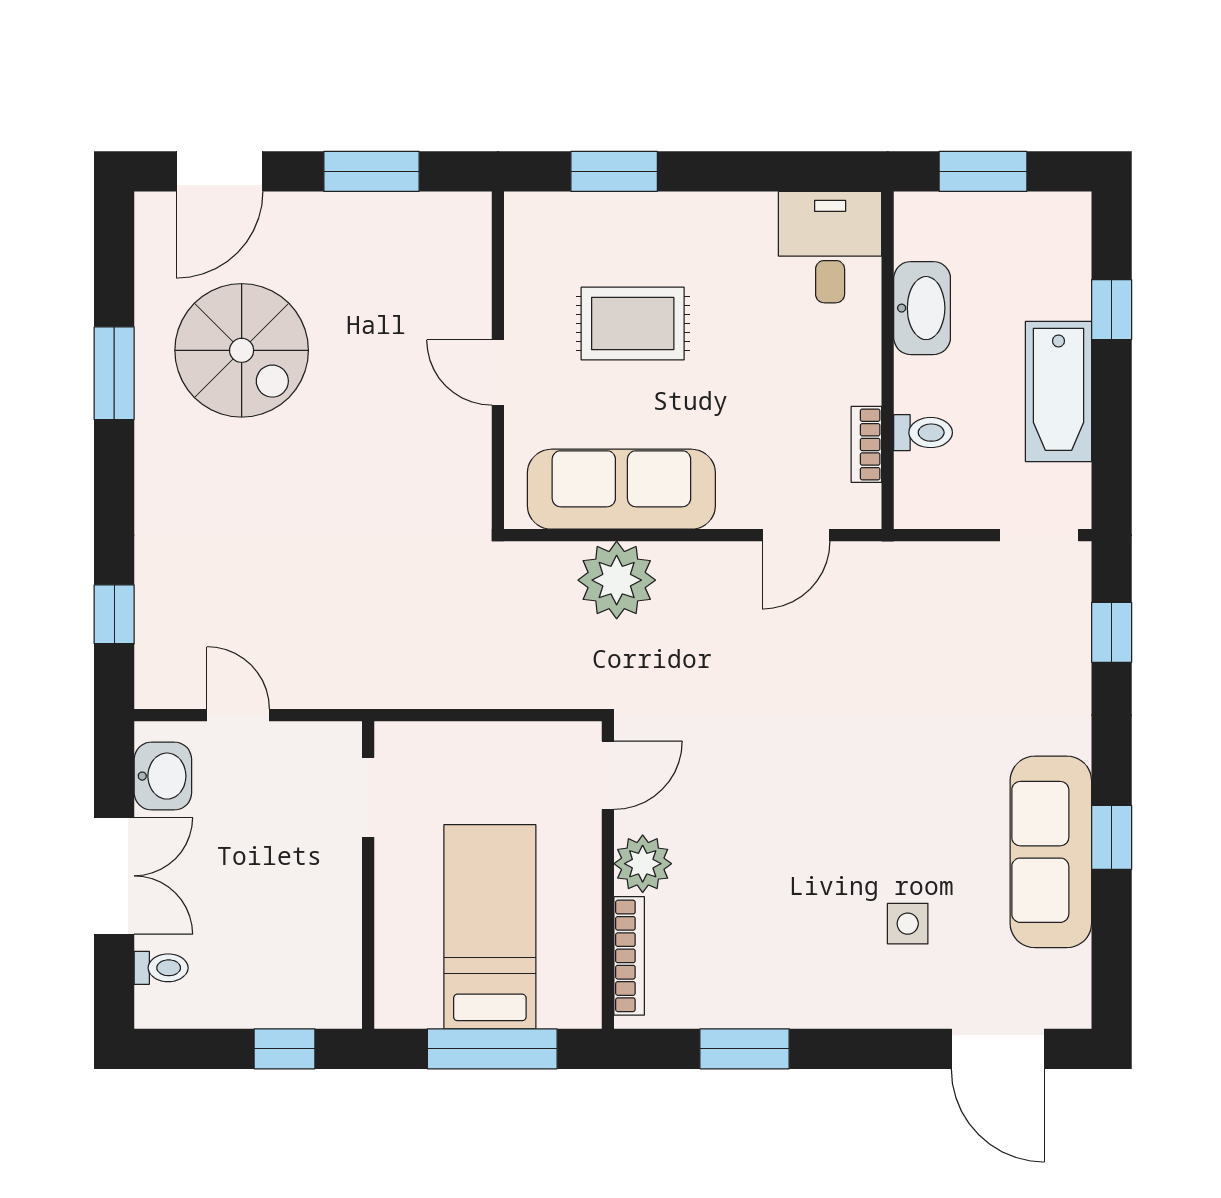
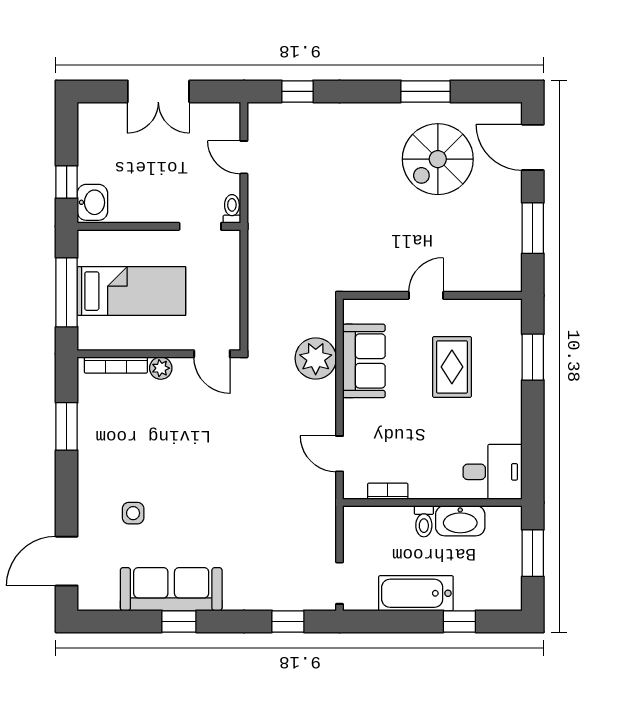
toilet: (923, 433) -> (424, 521), moved
sofa: (621, 489) -> (364, 361), width x0.73
door: (238, 715) -> (244, 157), swing flipped
washbasin: (163, 776) -> (92, 202), moved, turned -90
plant: (643, 864) -> (161, 368), width x0.73, depth x0.73
toilet: (161, 968) -> (232, 209), moved, turned 180

